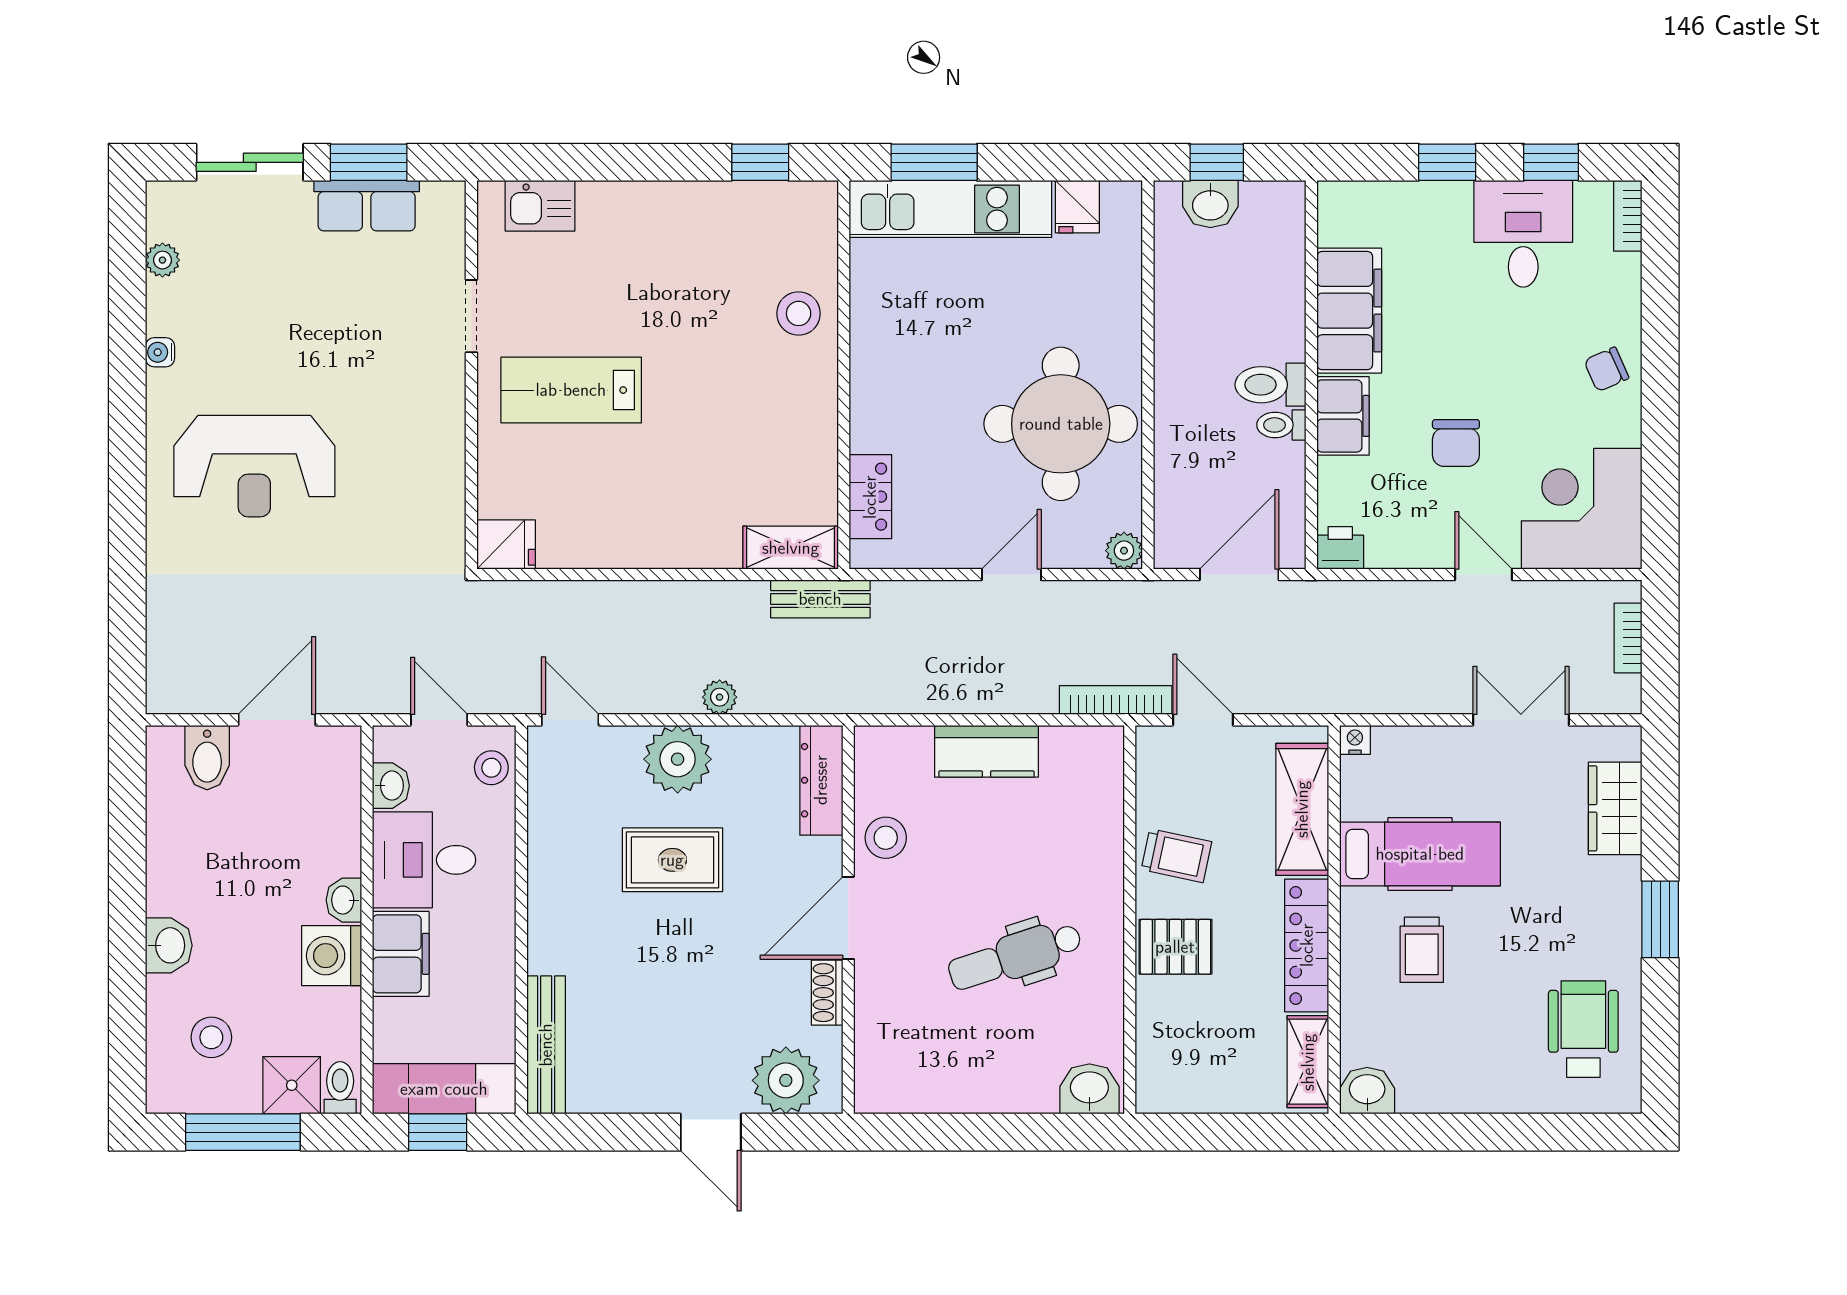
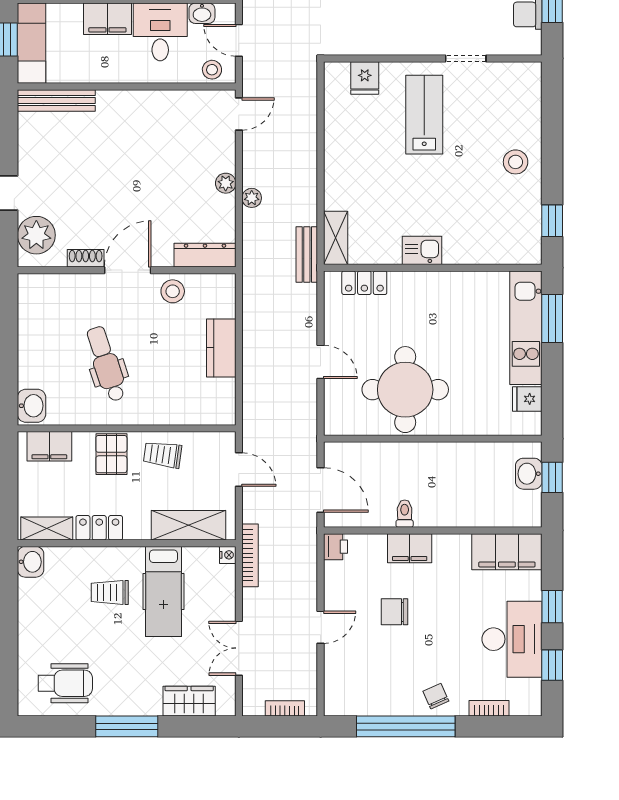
kitchen sink: (540, 206) -> (422, 250), moved, turned 90
bookcase: (1628, 216) -> (489, 708), moved
desk: (1523, 234) -> (512, 639), width x1.37
filing cabinet: (1349, 311) -> (507, 552), moved
stool: (799, 313) -> (516, 162), moved
toilet: (1270, 385) -> (427, 507), removed
window: (1660, 423) -> (406, 726), added
corner desk: (1582, 509) -> (357, 682), removed
fridge: (506, 545) -> (365, 78), moved
plant: (1124, 551) -> (334, 425), removed
bookcase: (1116, 700) -> (250, 555), moved
door: (439, 720) -> (239, 40), swing flipped
door: (1203, 720) -> (239, 470), hinge flipped
double door: (1521, 720) -> (239, 648), swing flipped
plant: (678, 759) -> (226, 183), width x0.53, depth x0.53
trolley: (1176, 856) -> (163, 455), turned 86
rug: (672, 860) -> (160, 171), removed
door: (848, 918) -> (128, 270), hinge flipped
window: (1660, 919) -> (127, 726), width x1.44
locker: (1307, 945) -> (99, 528), width x0.66
filing cabinet: (1162, 1057) -> (49, 446), added

